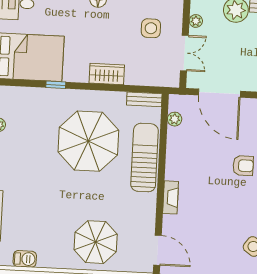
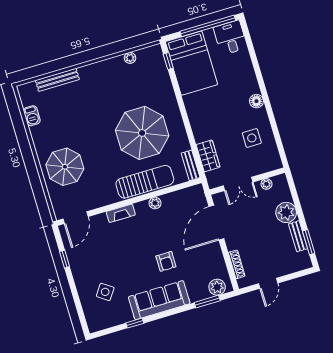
side table: (151, 28) -> (252, 138), moved
wardrobe: (107, 74) -> (208, 156), moved
window: (56, 85) -> (168, 61), moved
plant: (175, 119) -> (155, 203), moved

